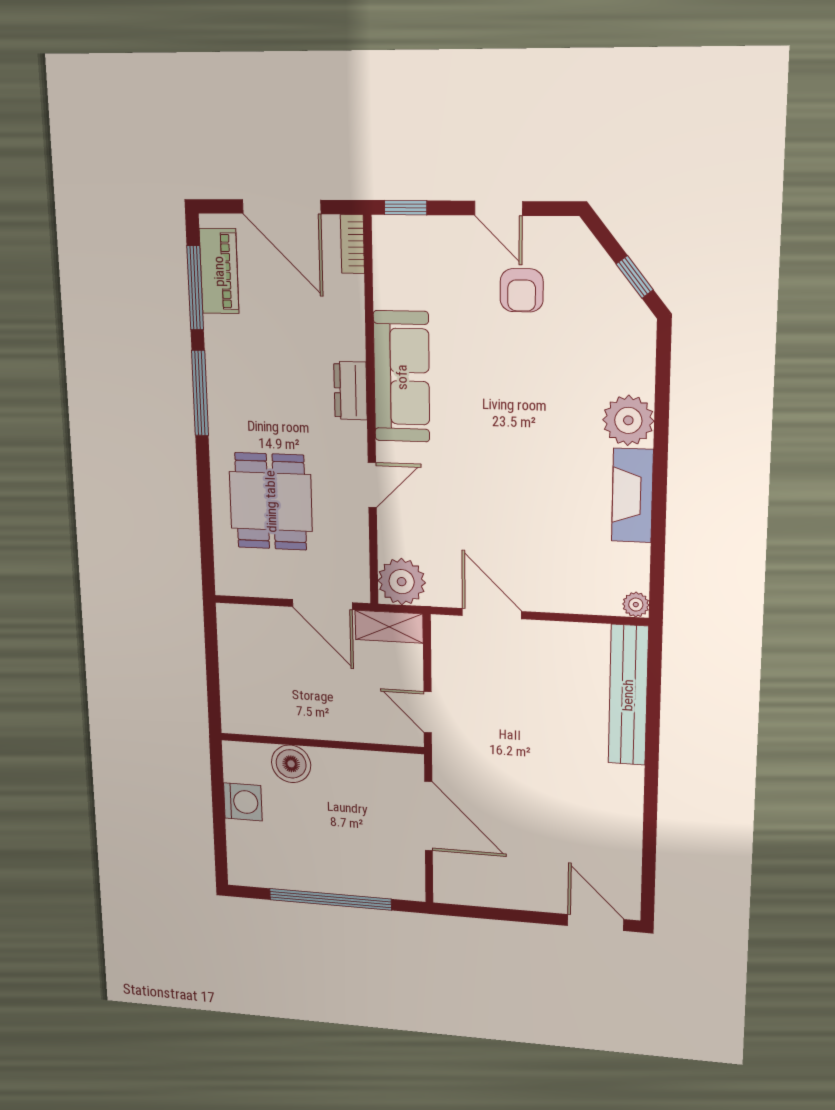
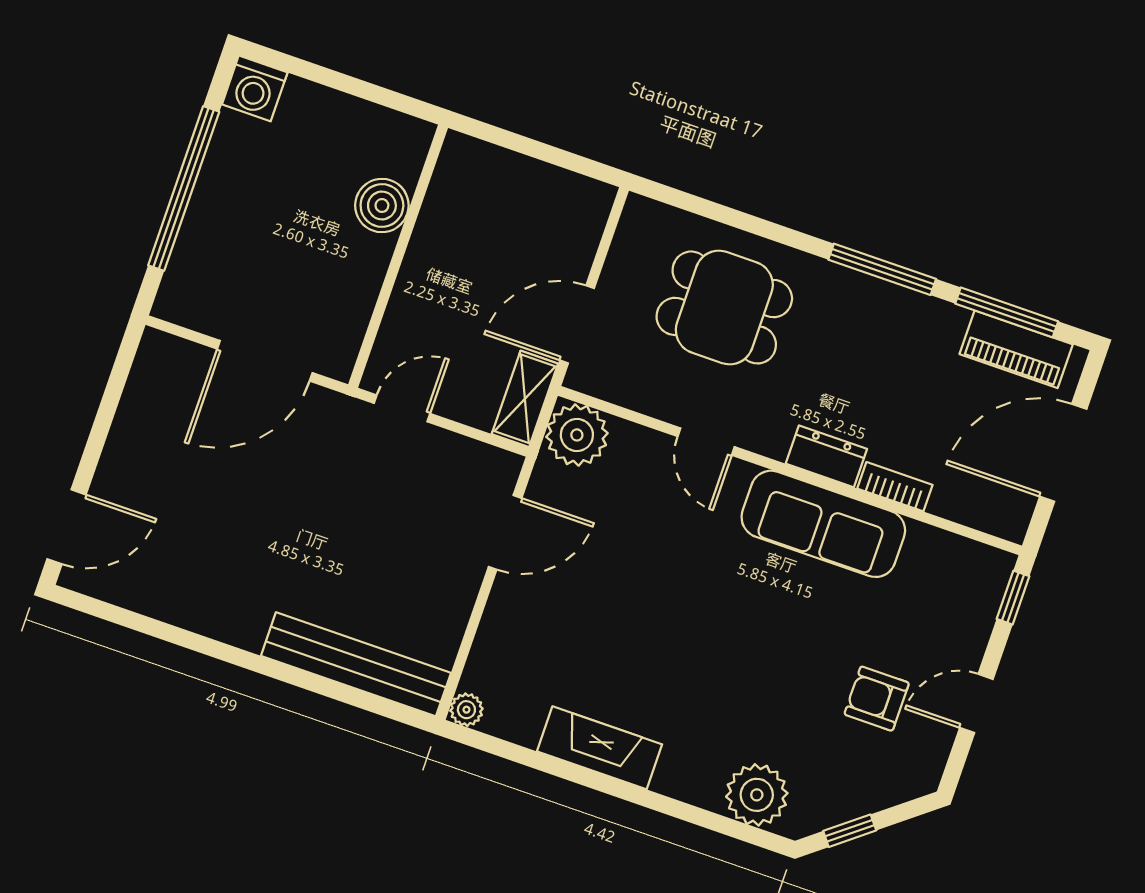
bookcase: (352, 244) -> (895, 487), moved
plant: (628, 420) -> (757, 795), moved
washing machine: (243, 802) -> (255, 88), moved

